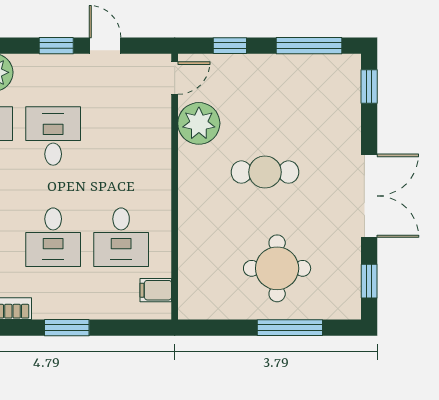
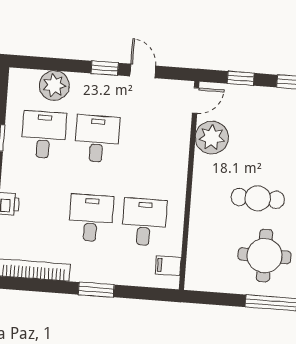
cafe table: (265, 172) -> (258, 198), moved
desk: (53, 237) -> (91, 218), turned 180
desk: (121, 237) -> (144, 222), turned 180

